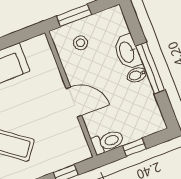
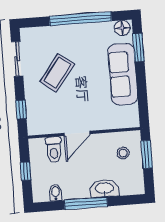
bidet: (137, 75) -> (55, 193), moved
toilet: (108, 142) -> (54, 150), moved

